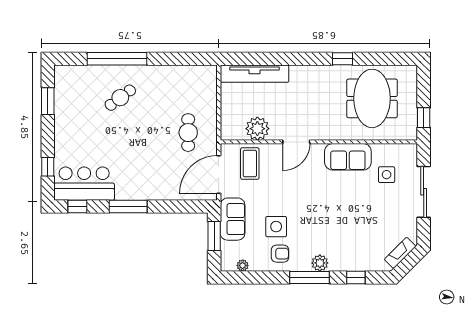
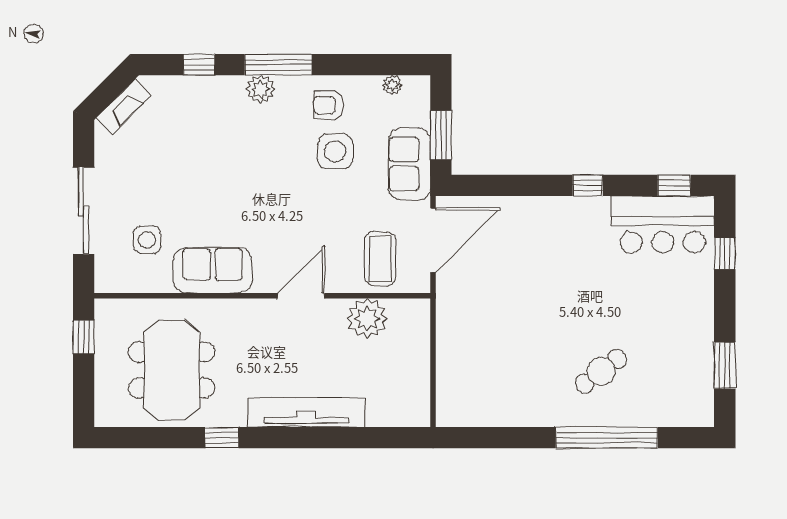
tv unit: (255, 74) -> (306, 412), moved
cafe table: (188, 133) -> (485, 312), removed
window: (128, 207) -> (588, 185), width x0.46

